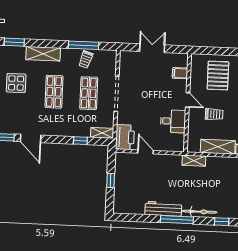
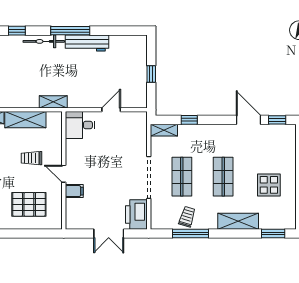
filing cabinet: (180, 73) -> (74, 191), moved
pallet: (218, 76) -> (29, 204), turned 90
desk: (173, 121) -> (80, 125), moved
printer: (125, 137) -> (136, 214), moved
door: (145, 152) -> (111, 110), swing flipped

